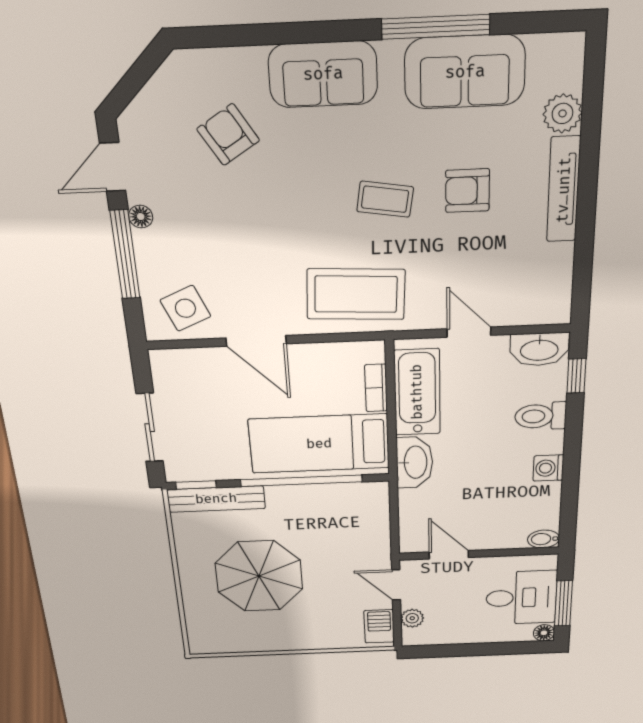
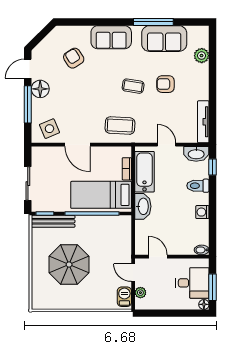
tv unit: (564, 190) -> (203, 122), moved
floor lamp: (141, 217) -> (40, 89), width x1.89, depth x1.89
coffee table: (356, 294) -> (120, 126), width x0.73, depth x0.76

